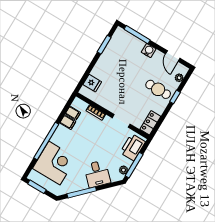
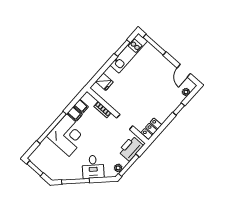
kitchen unit: (112, 49) -> (129, 53), added
water cooler: (149, 50) -> (162, 61), removed
cafe table: (158, 89) -> (164, 99), removed
corner desk: (54, 163) -> (68, 135), moved

